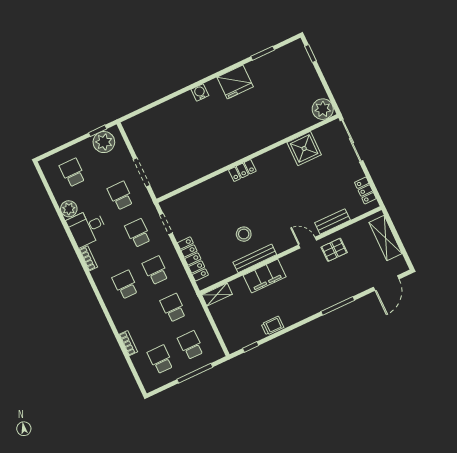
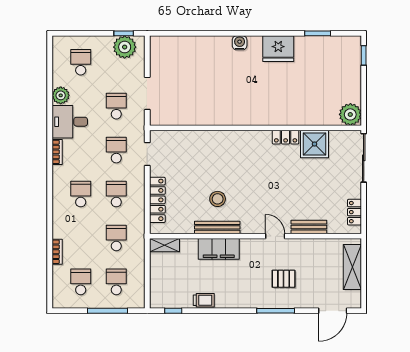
locker: (242, 170) -> (286, 137), moved
pallet: (334, 250) -> (284, 279), moved

